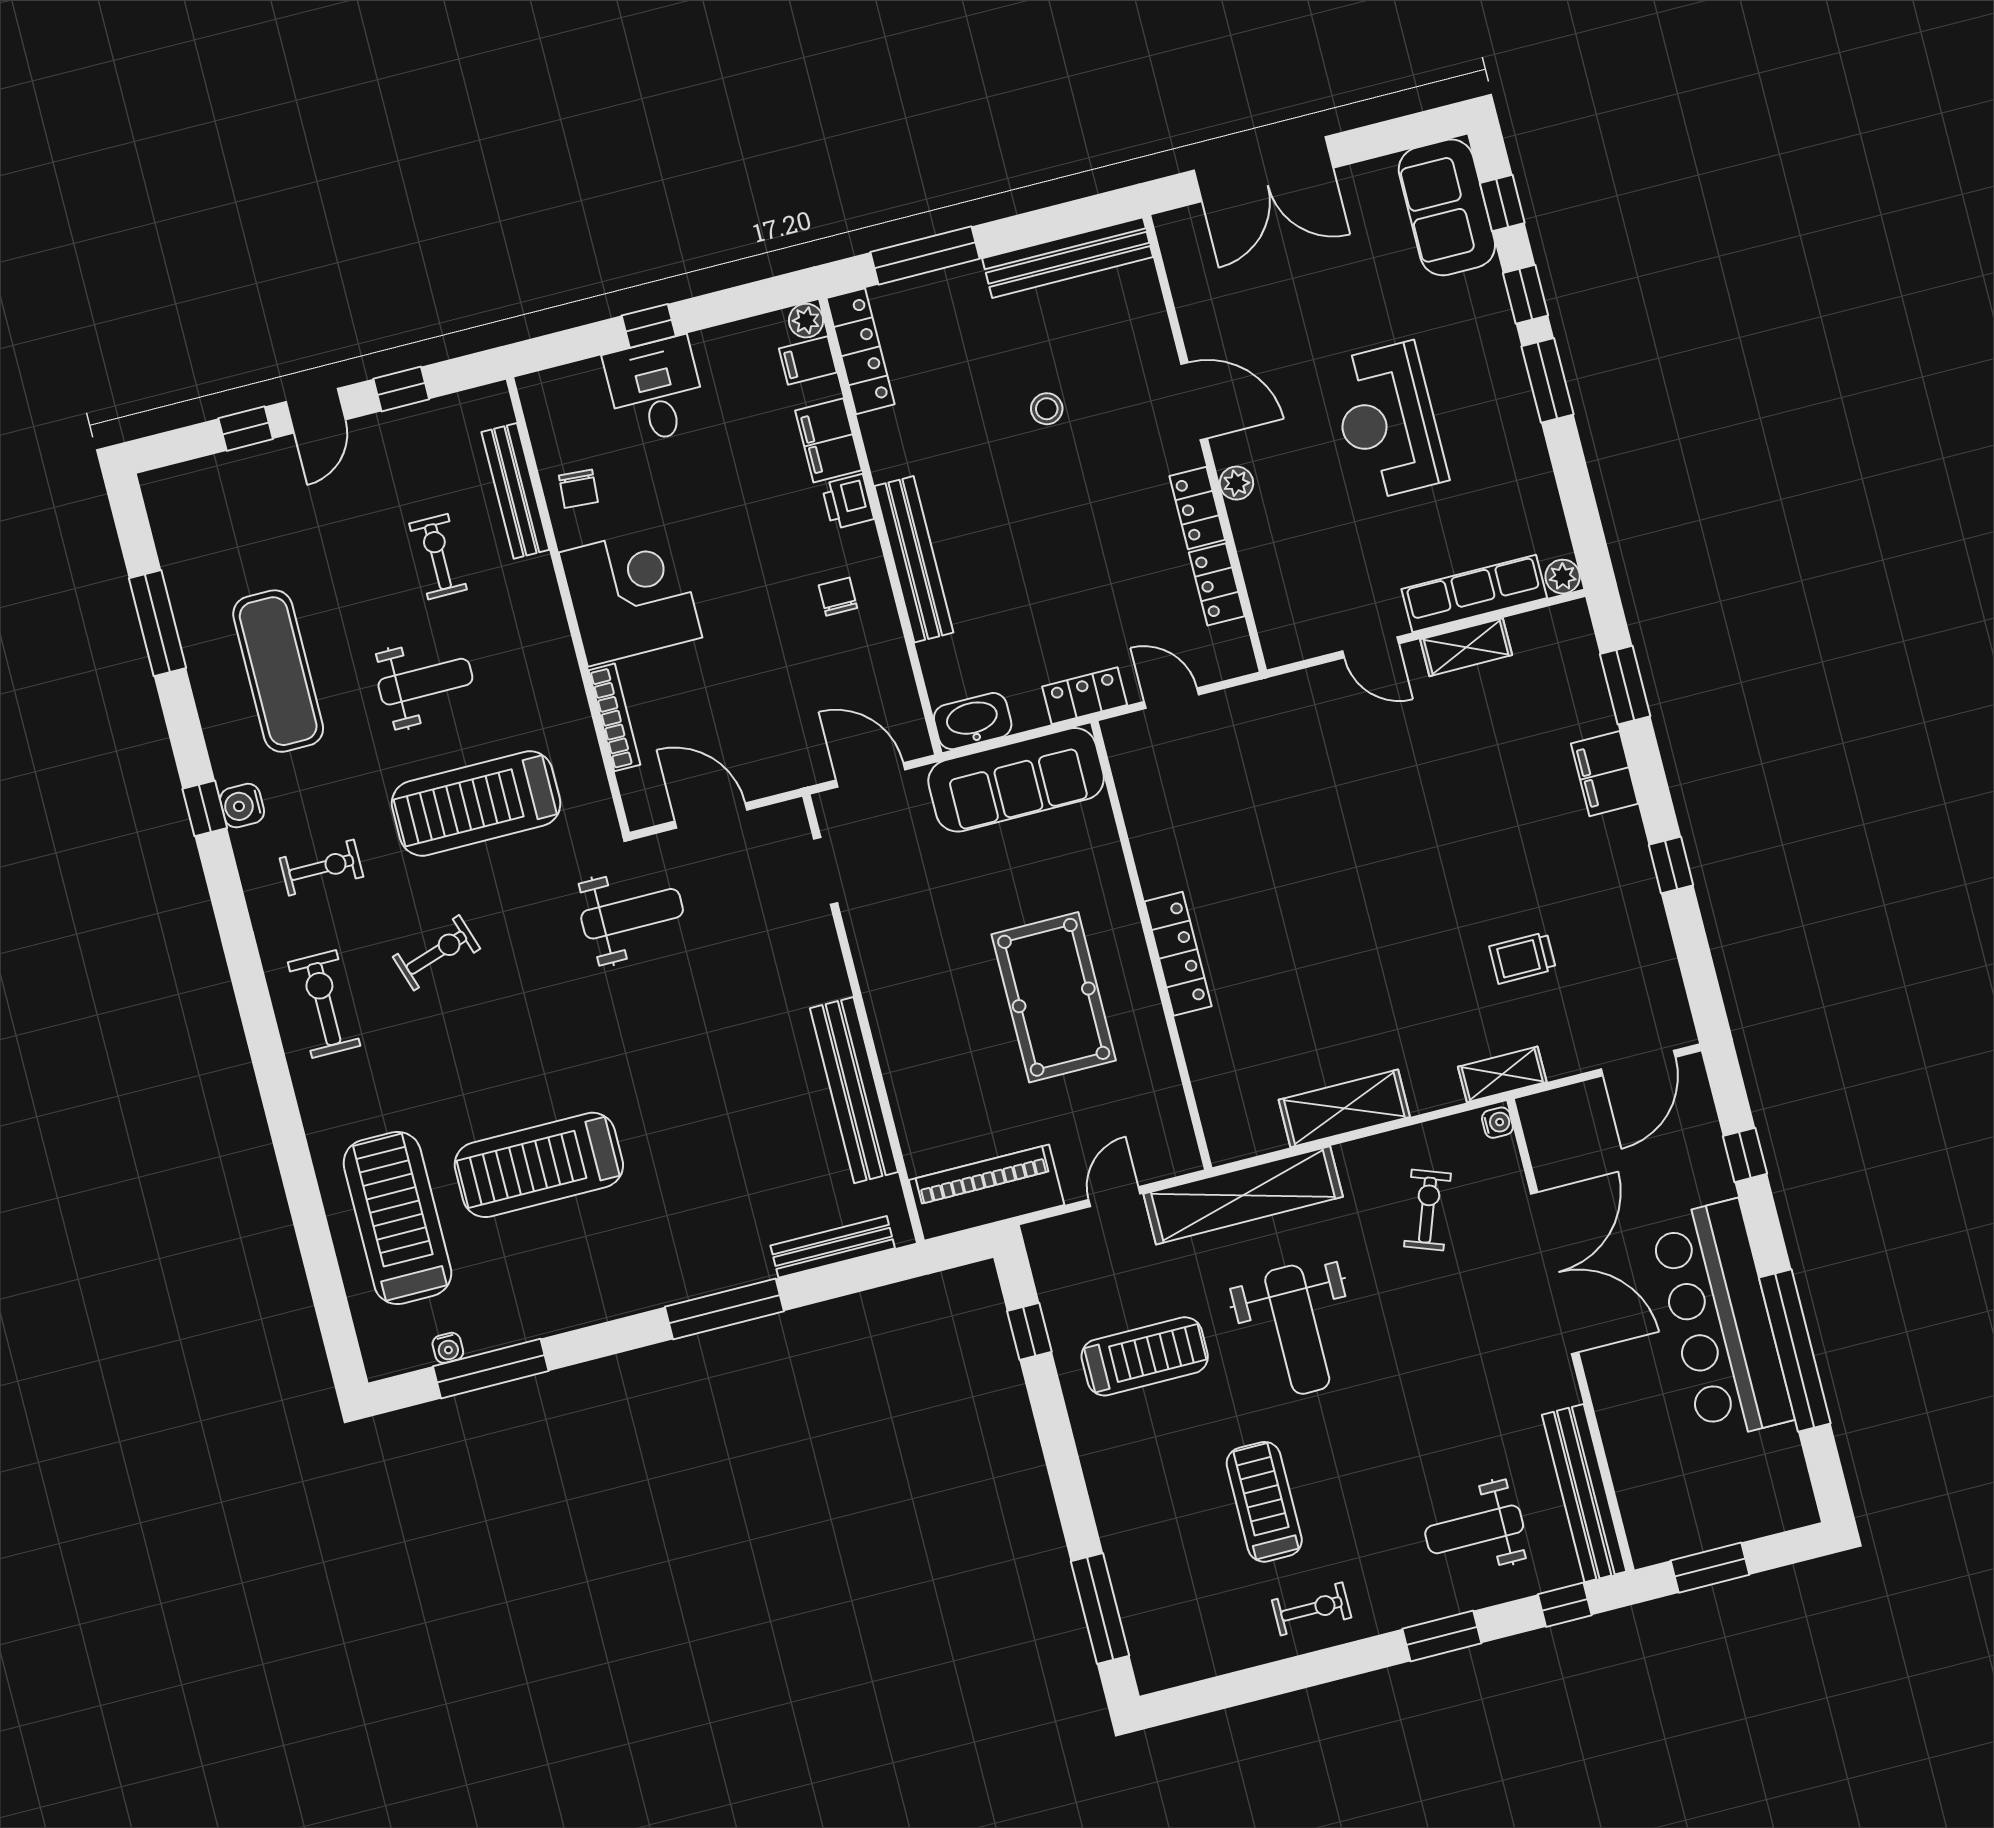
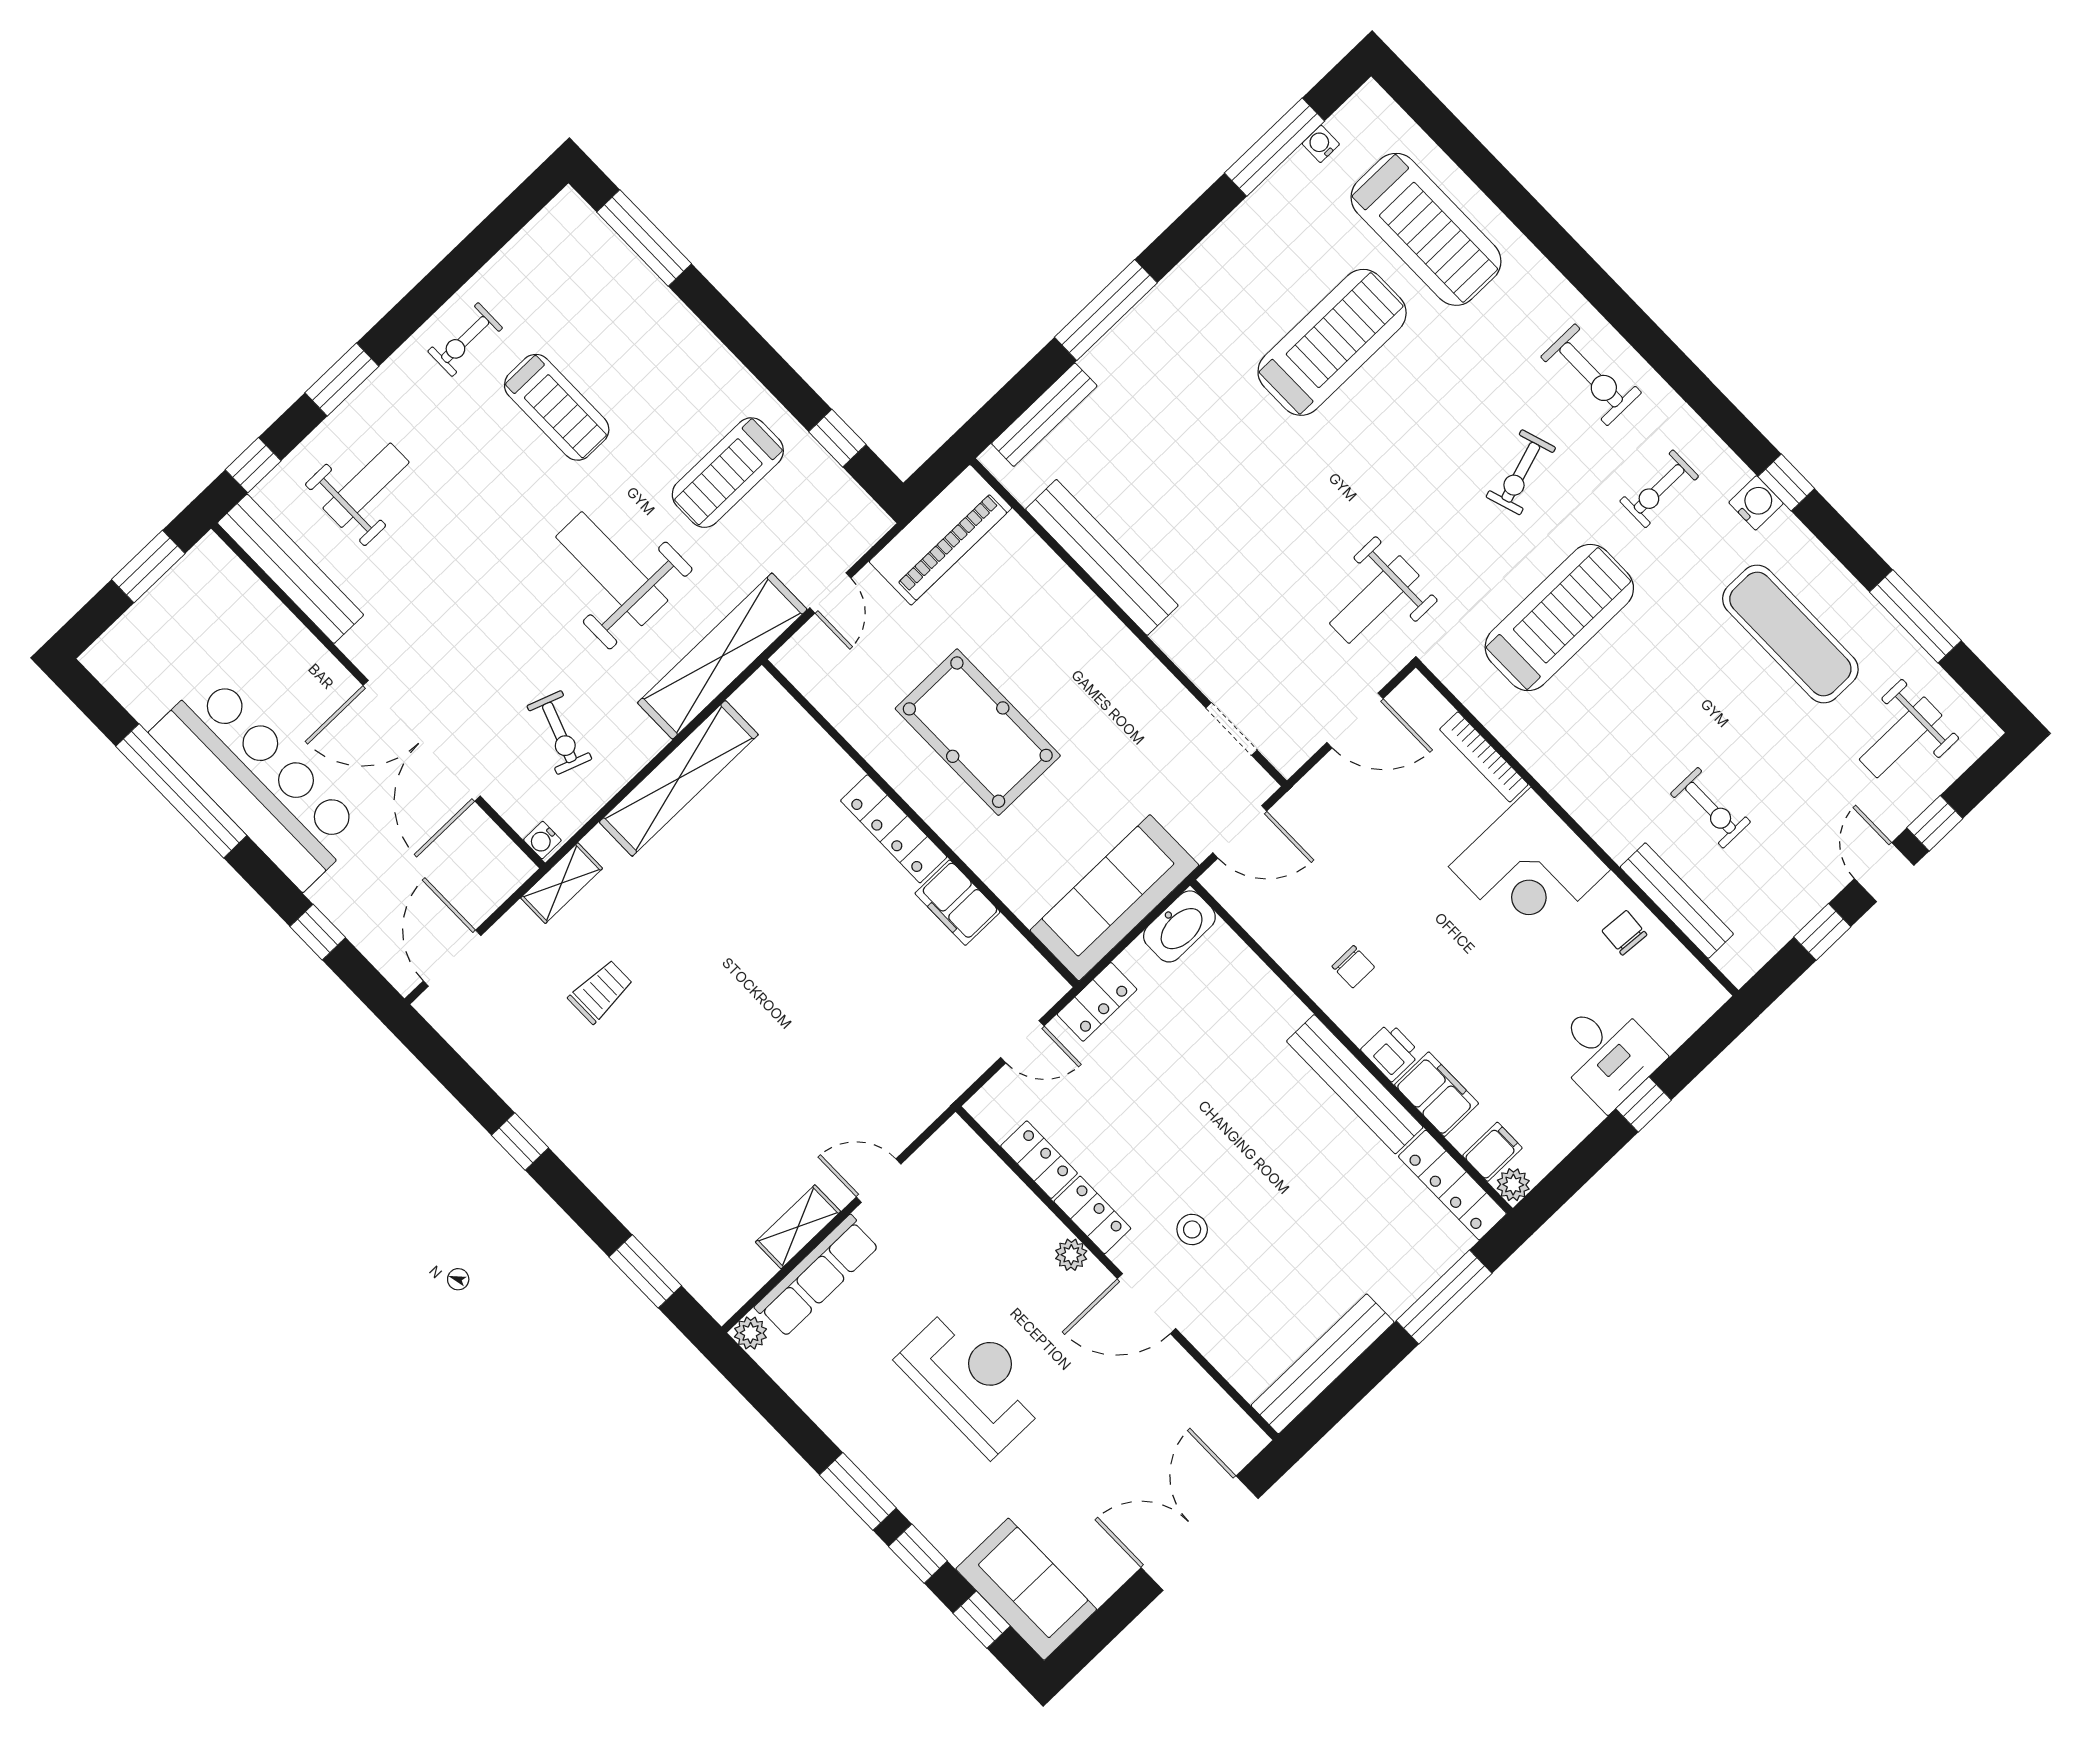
stool: (1047, 409) -> (1192, 1229), moved
bench: (914, 559) -> (1355, 1084), moved
weight bench: (425, 682) -> (1901, 737), moved
filing cabinet: (1605, 774) -> (957, 903), moved, turned 180
shelving: (1344, 1108) -> (679, 778), width x1.47

